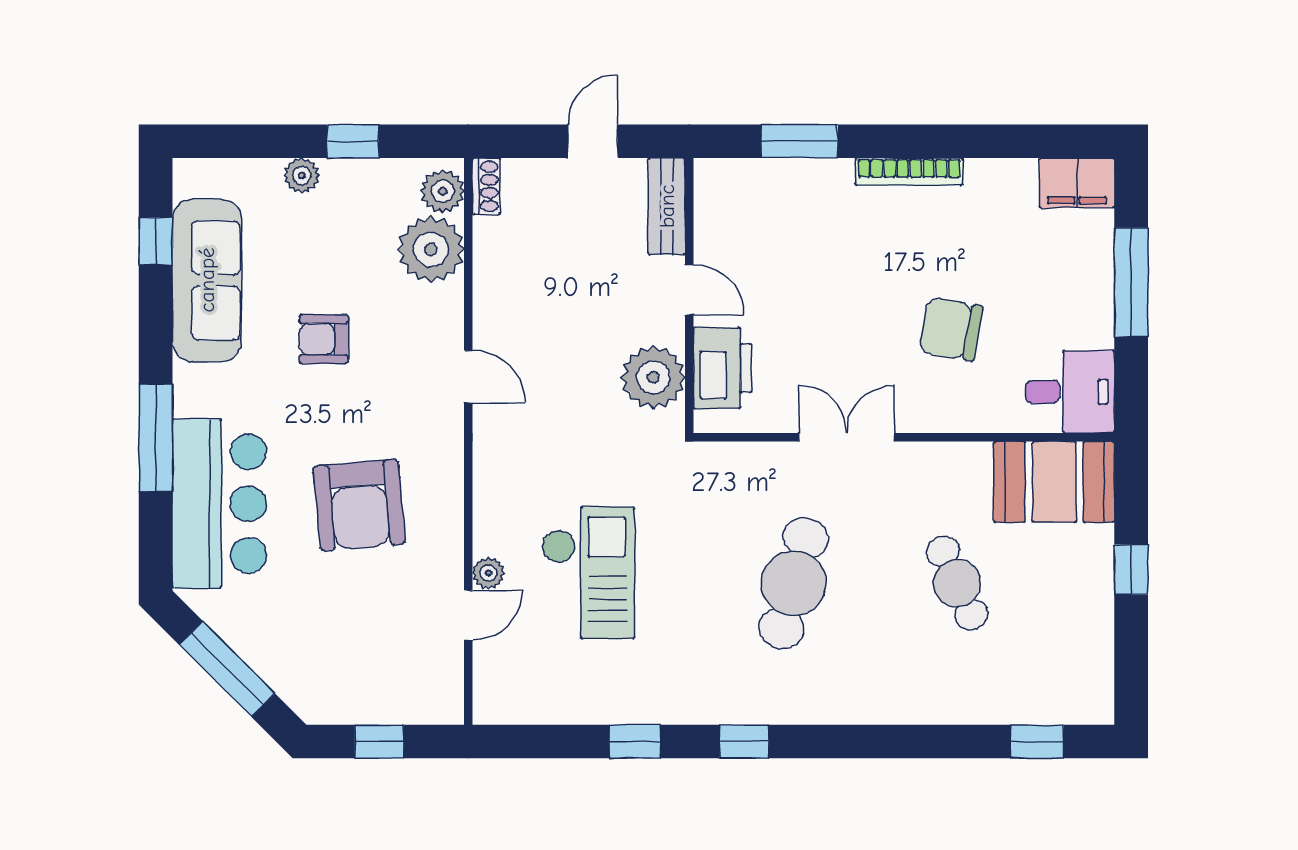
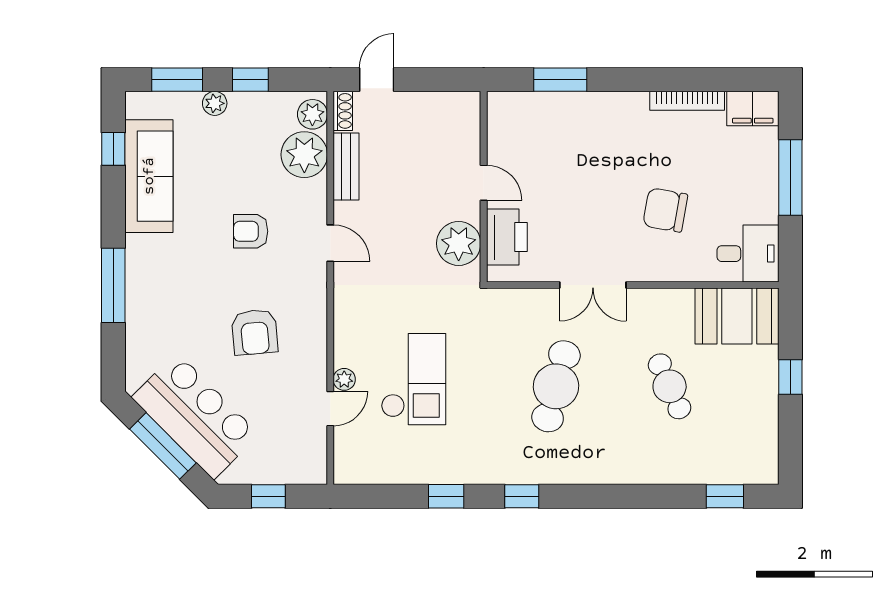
window: (248, 141) -> (177, 80), added
door: (593, 141) -> (377, 80), moved
bookcase: (909, 172) -> (687, 101), moved
bench: (667, 206) -> (346, 167), moved
armchair: (324, 339) -> (251, 231), moved
double door: (847, 437) -> (593, 285), swing flipped
bar counter: (219, 504) -> (195, 416), moved, turned -45
armchair: (359, 505) -> (255, 332), width x0.73, depth x0.73

